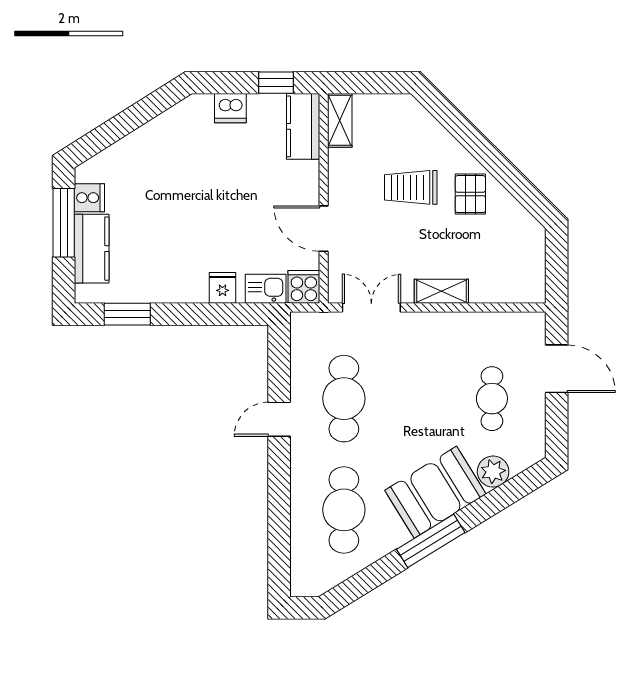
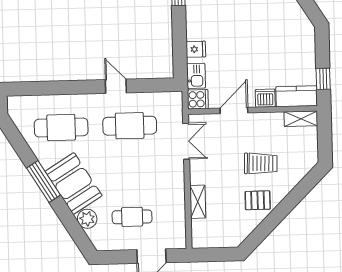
dishwasher: (230, 108) -> (265, 98), moved, turned 90
trolley: (411, 187) -> (261, 163), turned 92
shelving: (441, 291) -> (198, 202), moved

